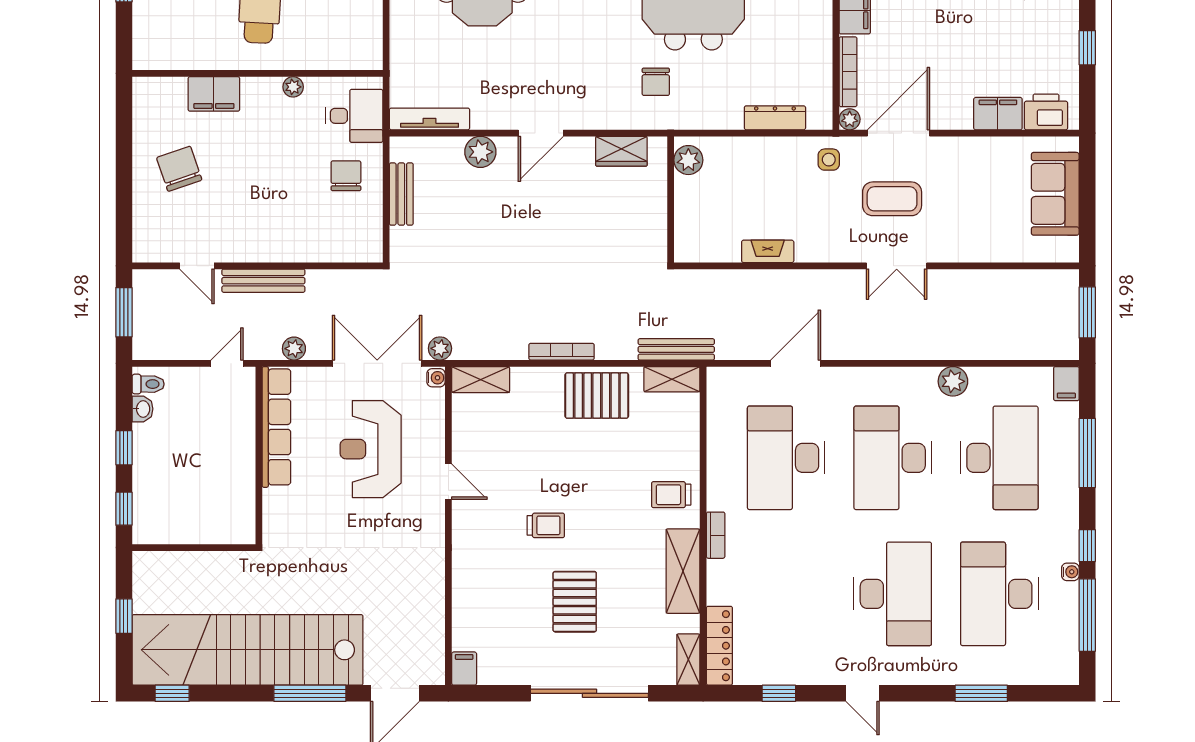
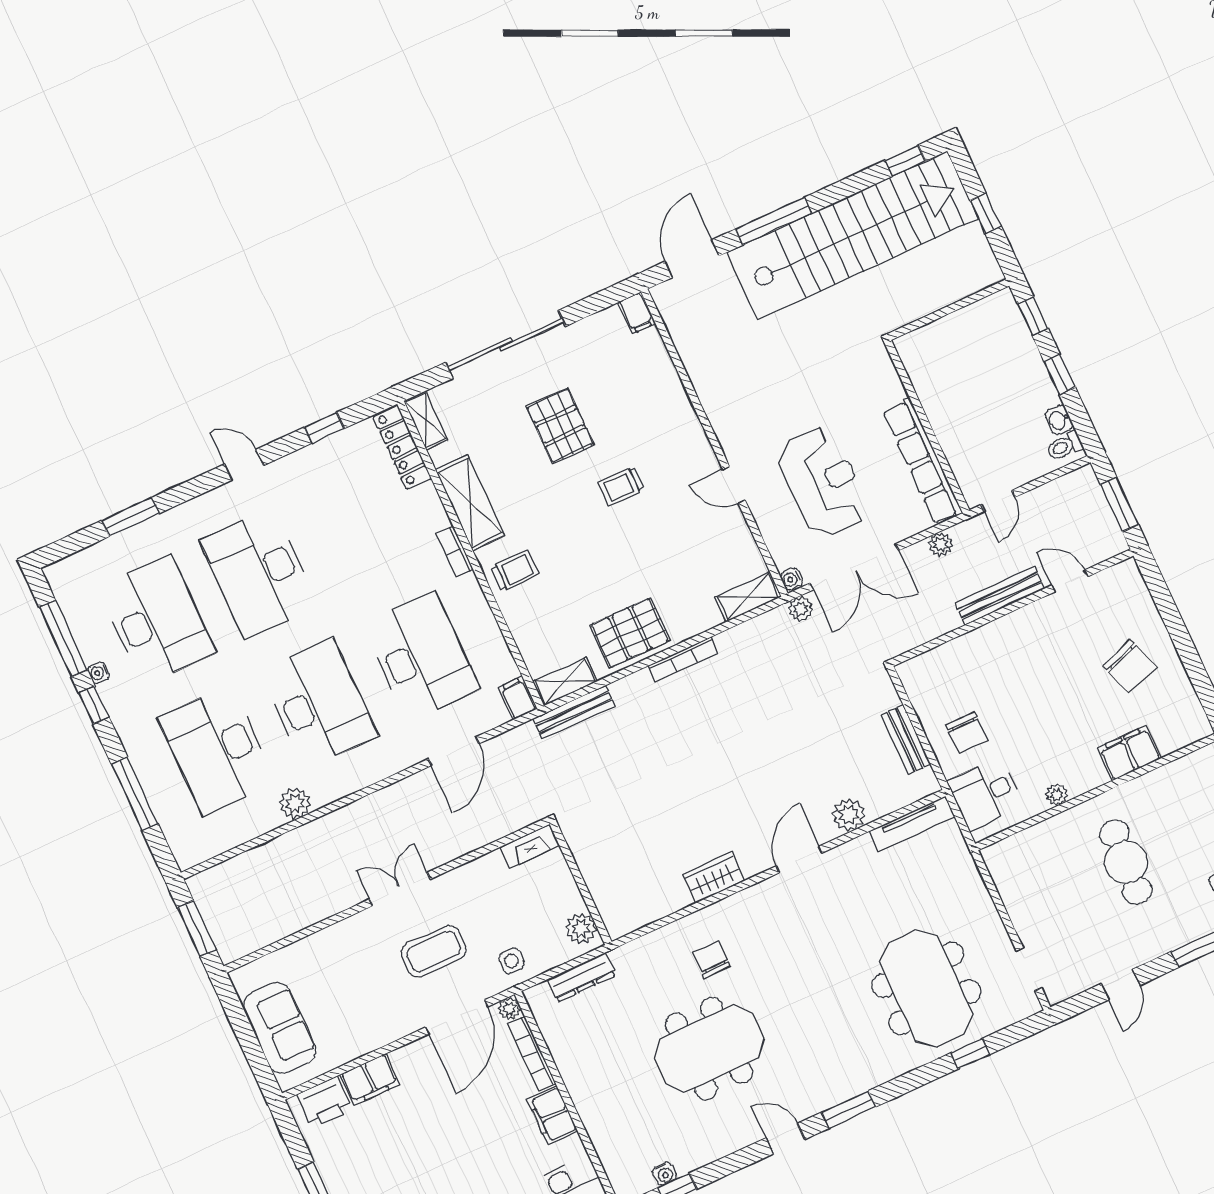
plant: (688, 160) -> (581, 929), moved
wall: (671, 199) -> (581, 883), moved
filing cabinet: (1066, 384) -> (518, 698), moved

